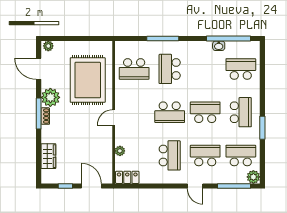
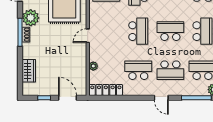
school desk: (170, 112) -> (138, 31), turned -90
school desk: (170, 155) -> (138, 70), turned -90
school desk: (205, 155) -> (170, 70), turned 180
locker: (127, 177) -> (106, 90), width x1.53

